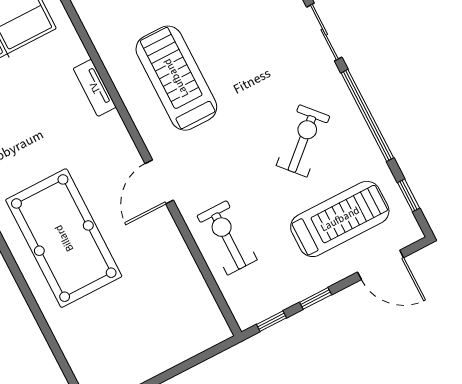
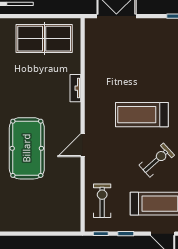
treadmill: (176, 78) -> (142, 115), moved, turned -90
exercise bike: (227, 238) -> (102, 201), moved

